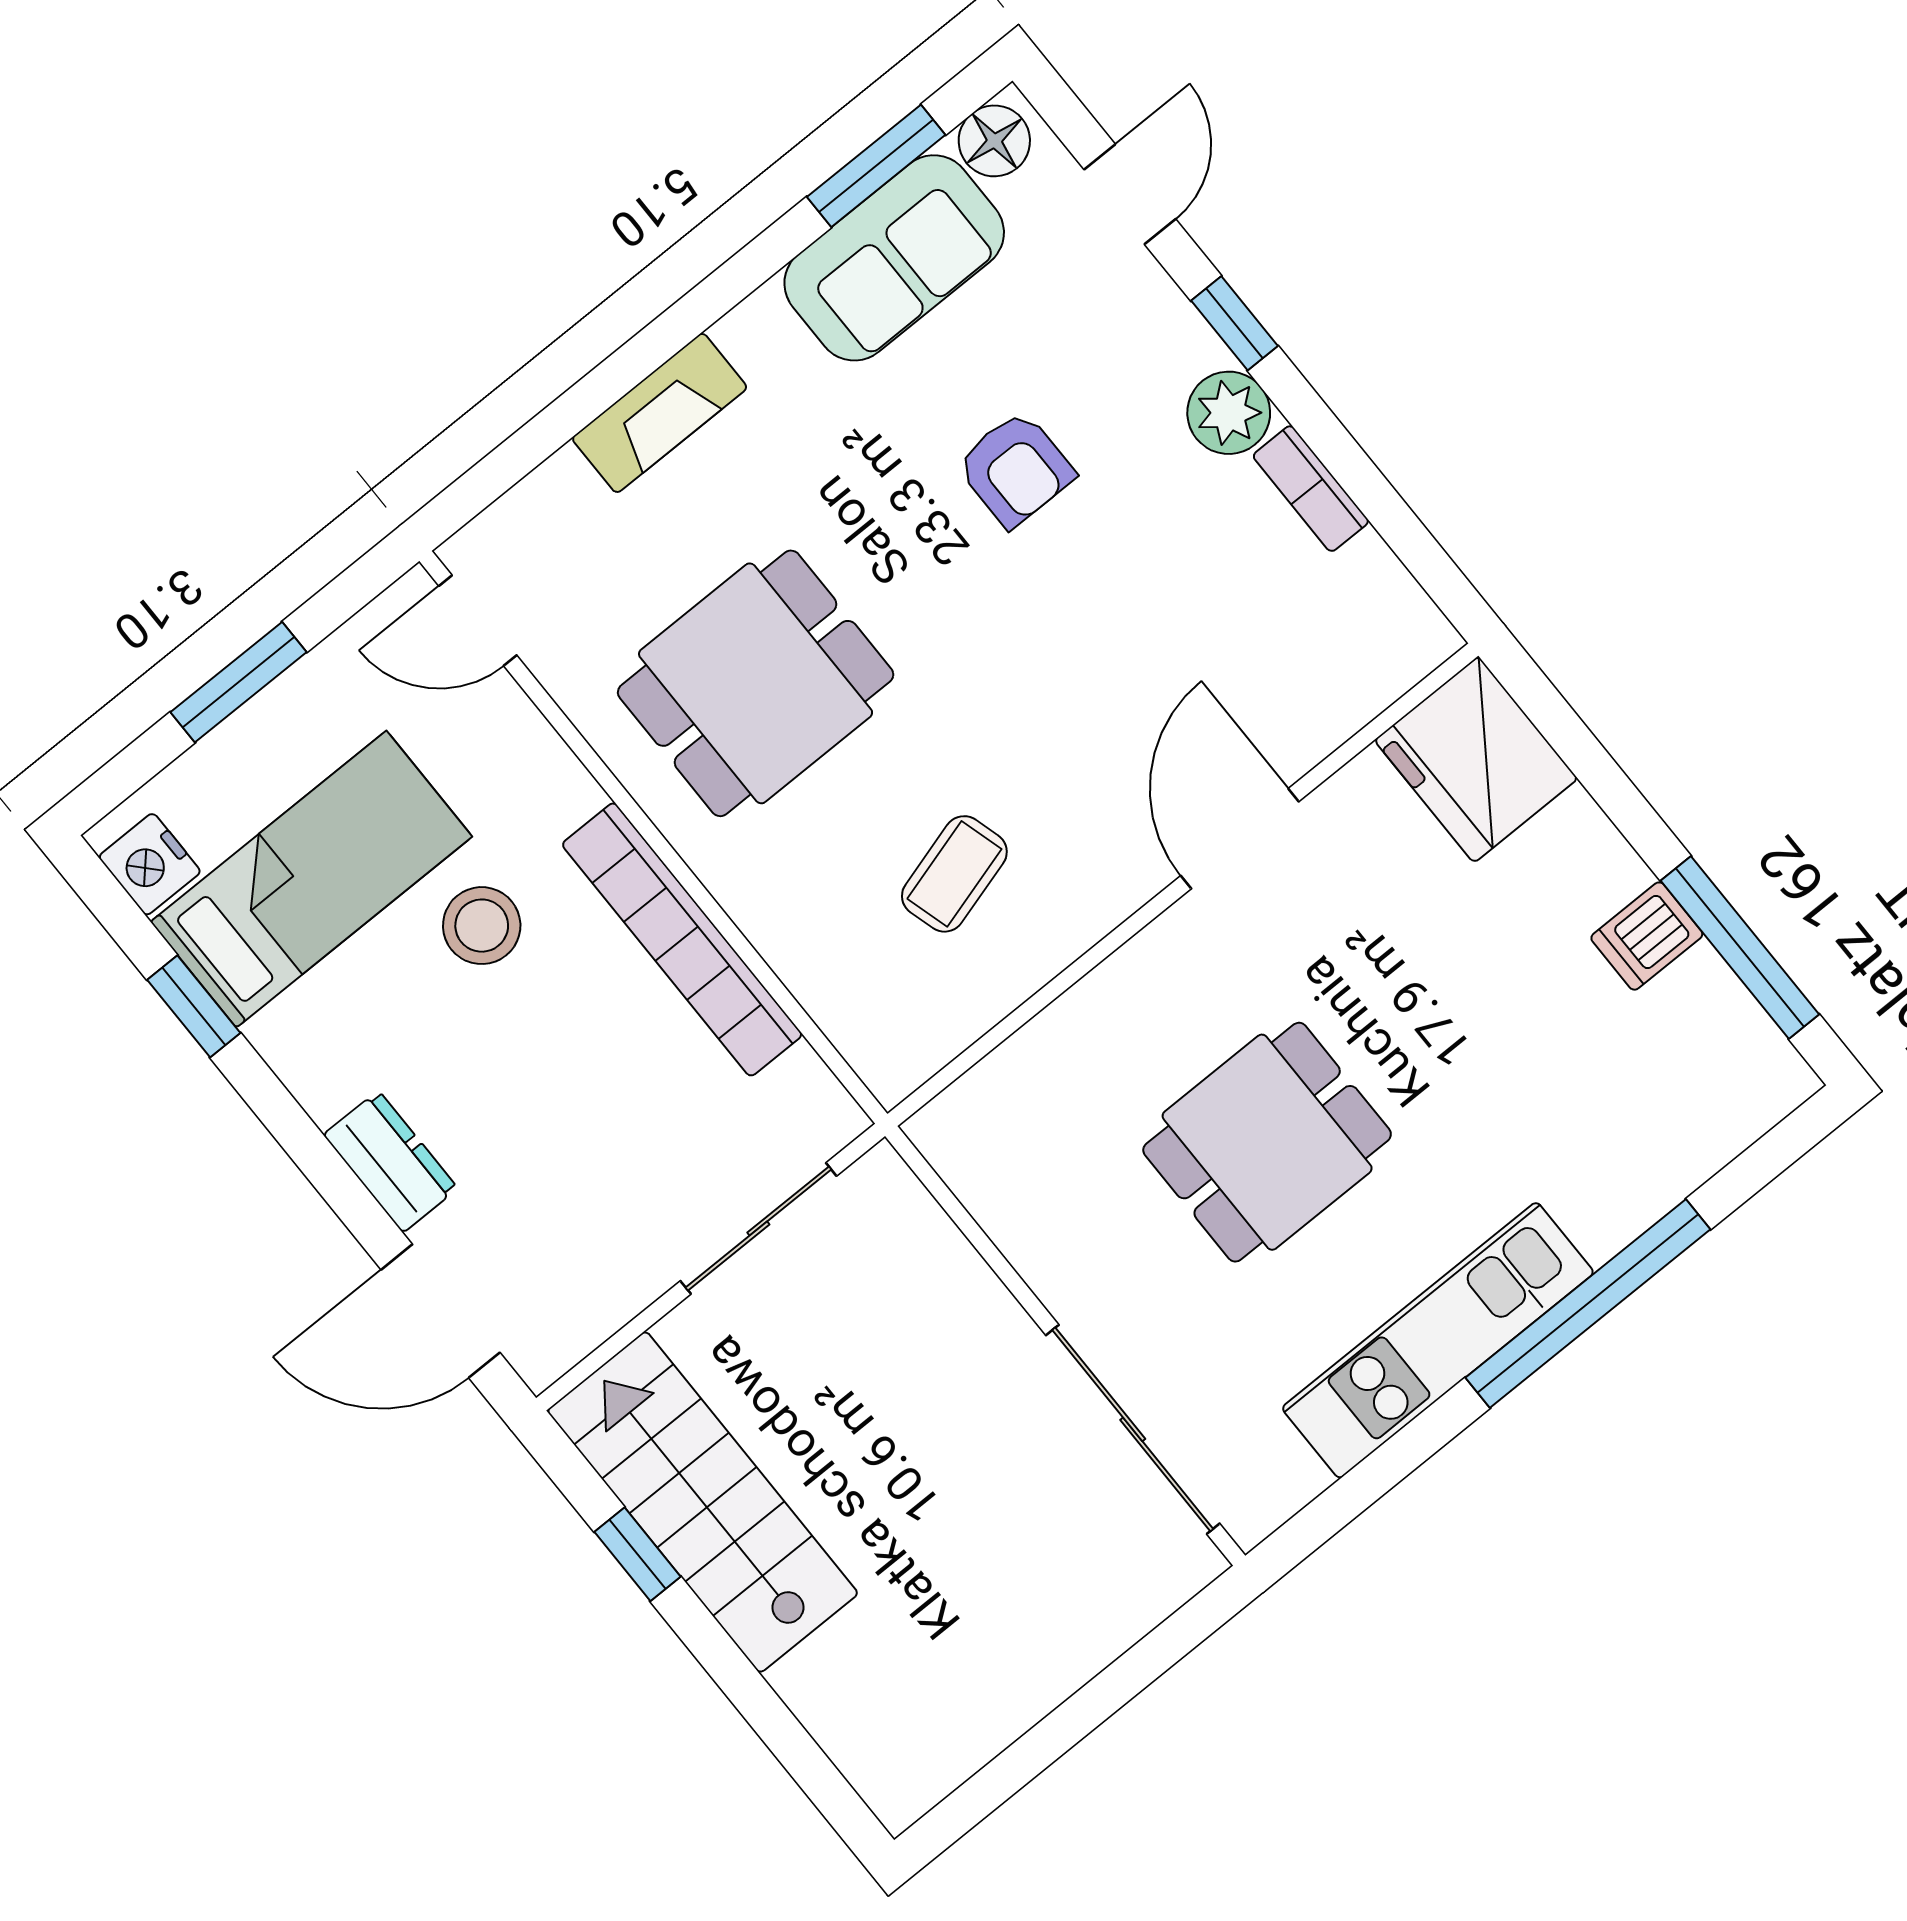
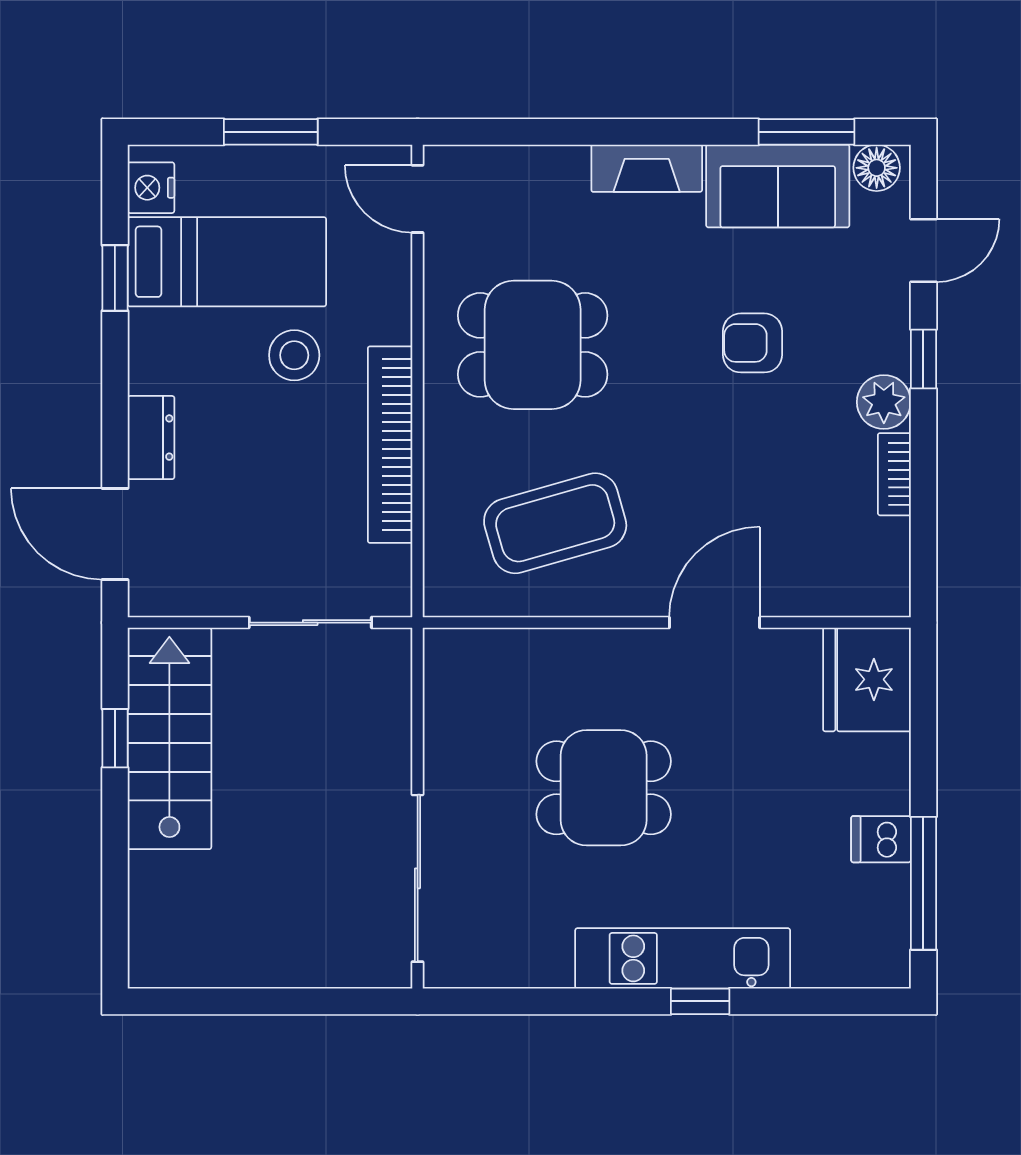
fireplace: (660, 413) -> (647, 168), moved
armchair: (1015, 469) -> (752, 343), turned 90
coffee table: (954, 874) -> (555, 523), width x1.86, depth x1.72
window: (1588, 1304) -> (700, 1001), width x0.32
kitchen unit: (1438, 1340) -> (683, 958), moved

